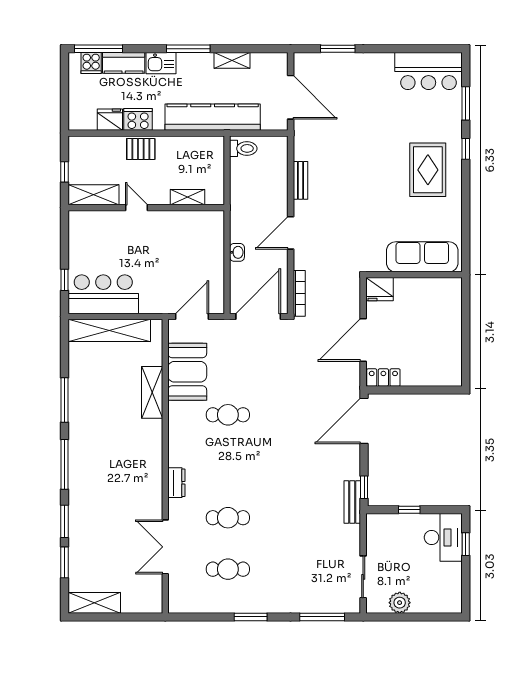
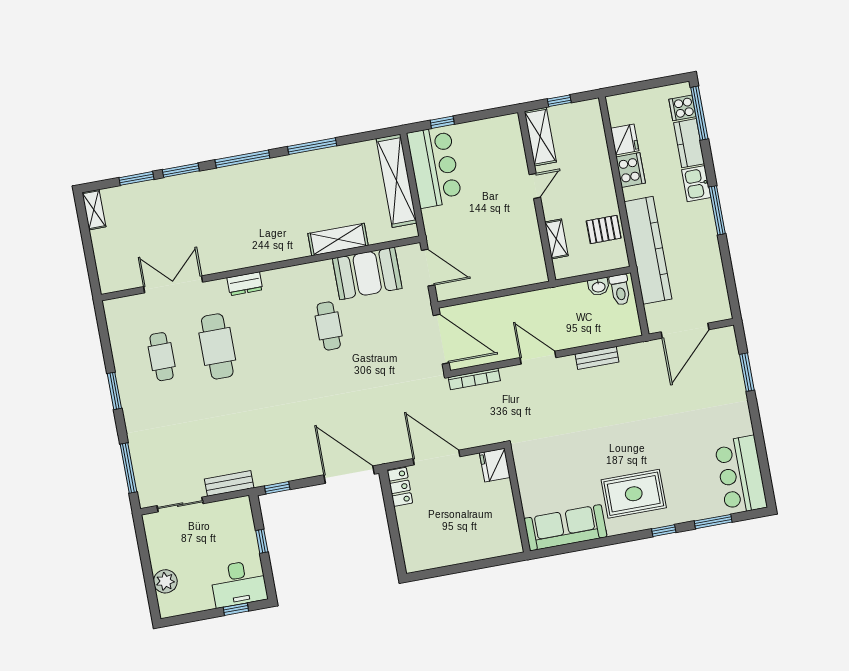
shelving: (232, 60) -> (713, 260), removed
pallet: (141, 149) -> (604, 229), moved, turned 90
washbasin: (237, 252) -> (599, 287), moved
sofa: (422, 257) -> (565, 528), moved, turned -90
bench: (352, 502) -> (229, 483), moved
cafe table: (228, 518) -> (217, 346), width x1.37, depth x1.35
shelving: (94, 603) -> (94, 210), width x0.67, depth x0.75
plant: (400, 603) -> (165, 581), moved

